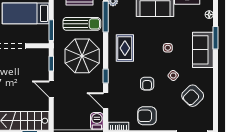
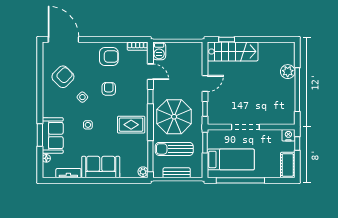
rug: (125, 48) -> (131, 125), turned 90
sofa: (203, 50) -> (53, 135), moved
door: (51, 89) -> (205, 83), hinge flipped

